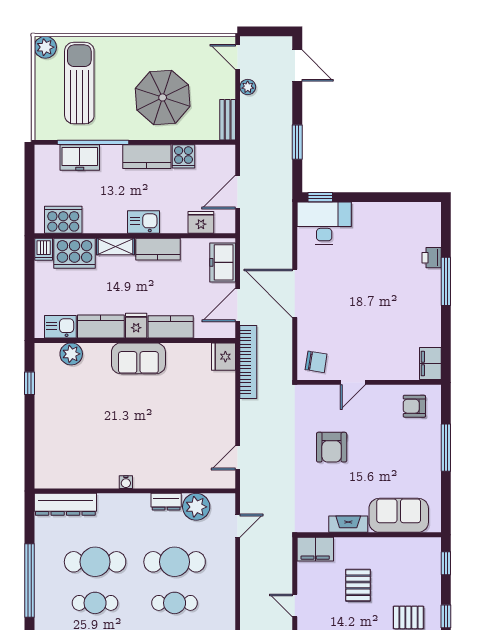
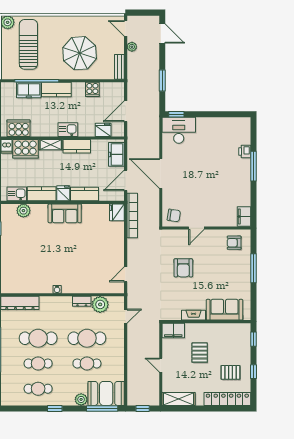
kitchen counter: (147, 157) -> (56, 90), moved

